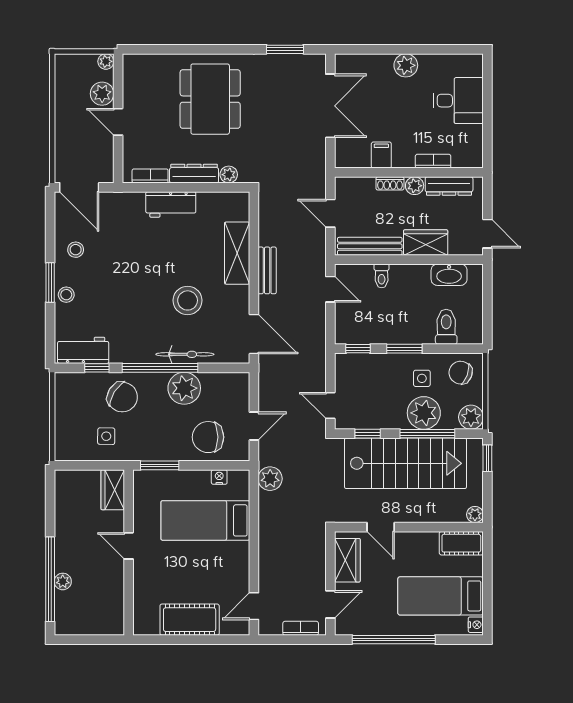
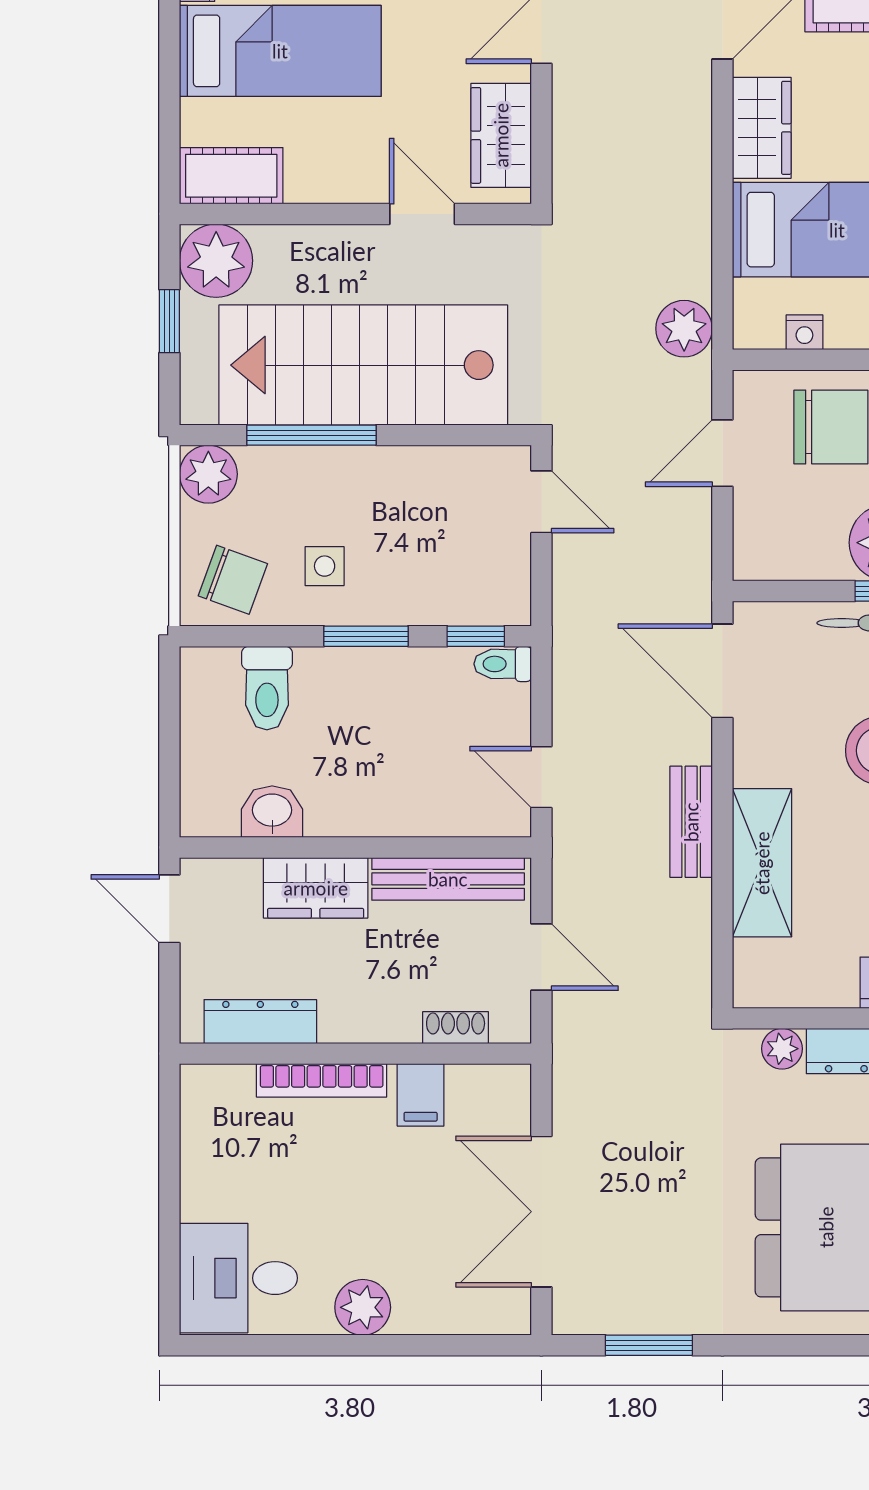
desk: (458, 101) -> (238, 1278), moved
bookcase: (433, 161) -> (322, 1080), width x1.56
shoe rack: (390, 183) -> (456, 1028), moved
plant: (415, 186) -> (342, 1022), removed
washbasin: (449, 275) -> (272, 812), width x0.72
toilet: (382, 276) -> (503, 664), moved, turned -90
plant: (424, 413) -> (320, 484), removed
window: (368, 434) -> (453, 435), removed
window: (487, 458) -> (169, 321), moved
plant: (475, 515) -> (216, 261), width x1.87, depth x1.87
wardrobe: (237, 563) -> (762, 128), added

